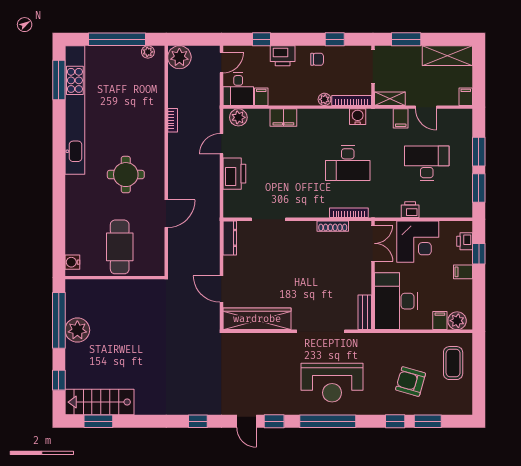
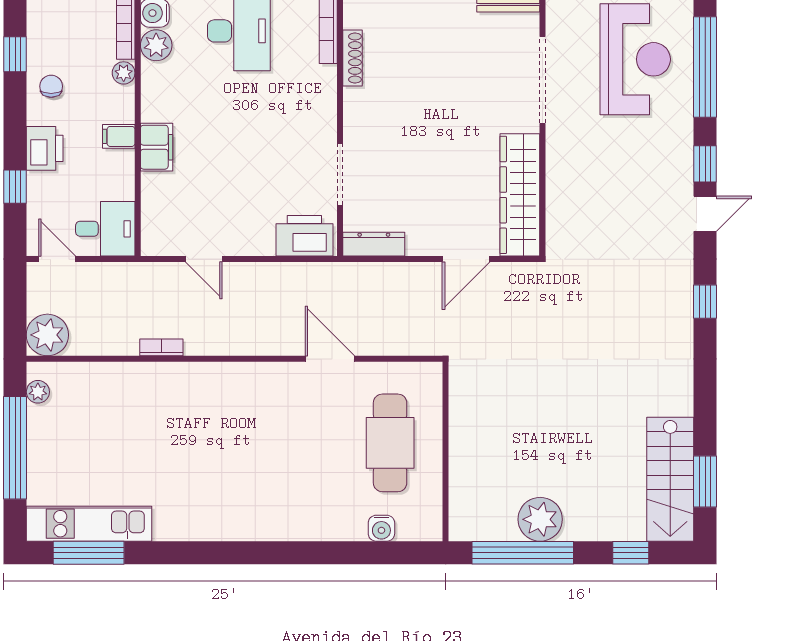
filing cabinet: (261, 97) -> (119, 136), moved
kitchen unit: (75, 110) -> (89, 524), width x0.54
plant: (238, 117) -> (156, 45), moved
printer: (234, 174) -> (304, 236), moved
round table: (126, 175) -> (259, 432), removed
cafe table: (120, 247) -> (390, 443), turned 90
water cooler: (72, 262) -> (381, 528), moved

